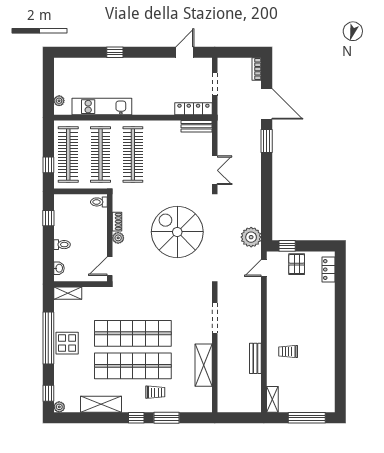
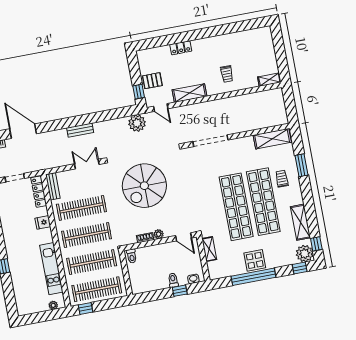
door: (267, 104) -> (23, 131), hinge flipped
fridge: (157, 107) -> (43, 222), added
window: (267, 141) -> (54, 125), removed
clothes rail: (165, 155) -> (81, 208), added
window: (48, 165) -> (85, 309), moved
window: (48, 218) -> (180, 291), moved
locker: (328, 270) -> (181, 48), moved
shelving: (68, 293) -> (209, 249), moved
shelving: (274, 304) -> (189, 93), added
doorway: (215, 318) -> (210, 141), width x1.36
bench: (255, 358) -> (80, 130), moved
shelving: (204, 365) -> (272, 139), moved
plant: (59, 407) -> (305, 254), width x1.88, depth x1.88
window: (136, 418) -> (316, 244), moved
window: (307, 418) -> (279, 48), removed

